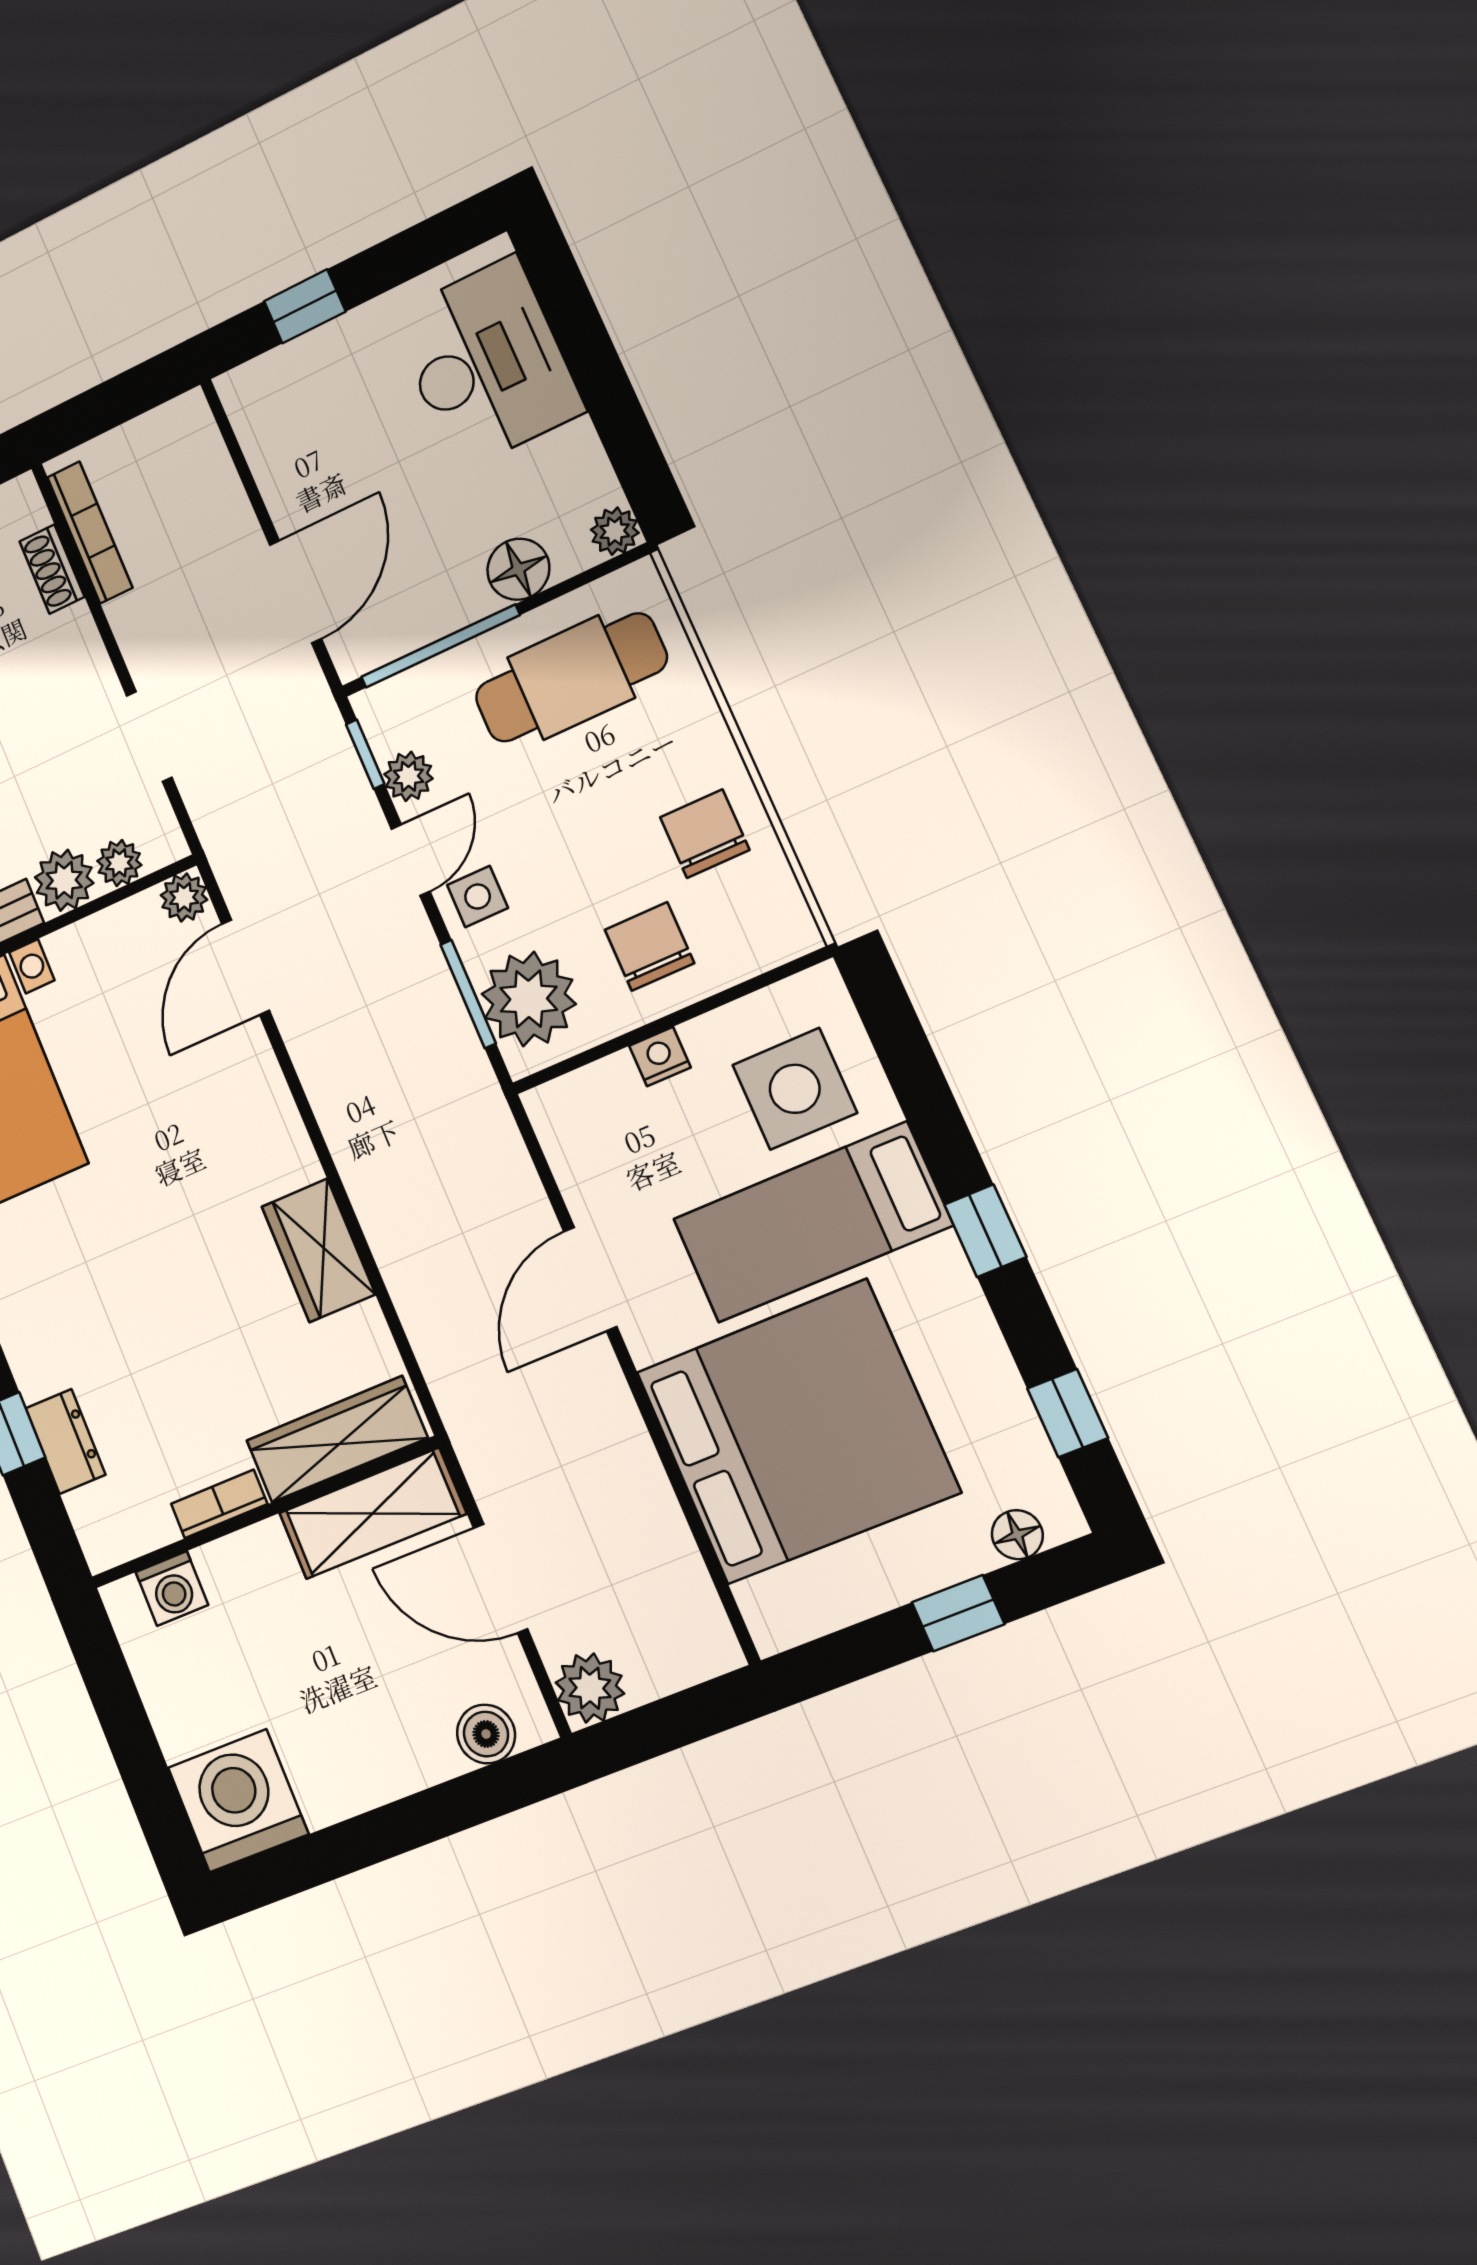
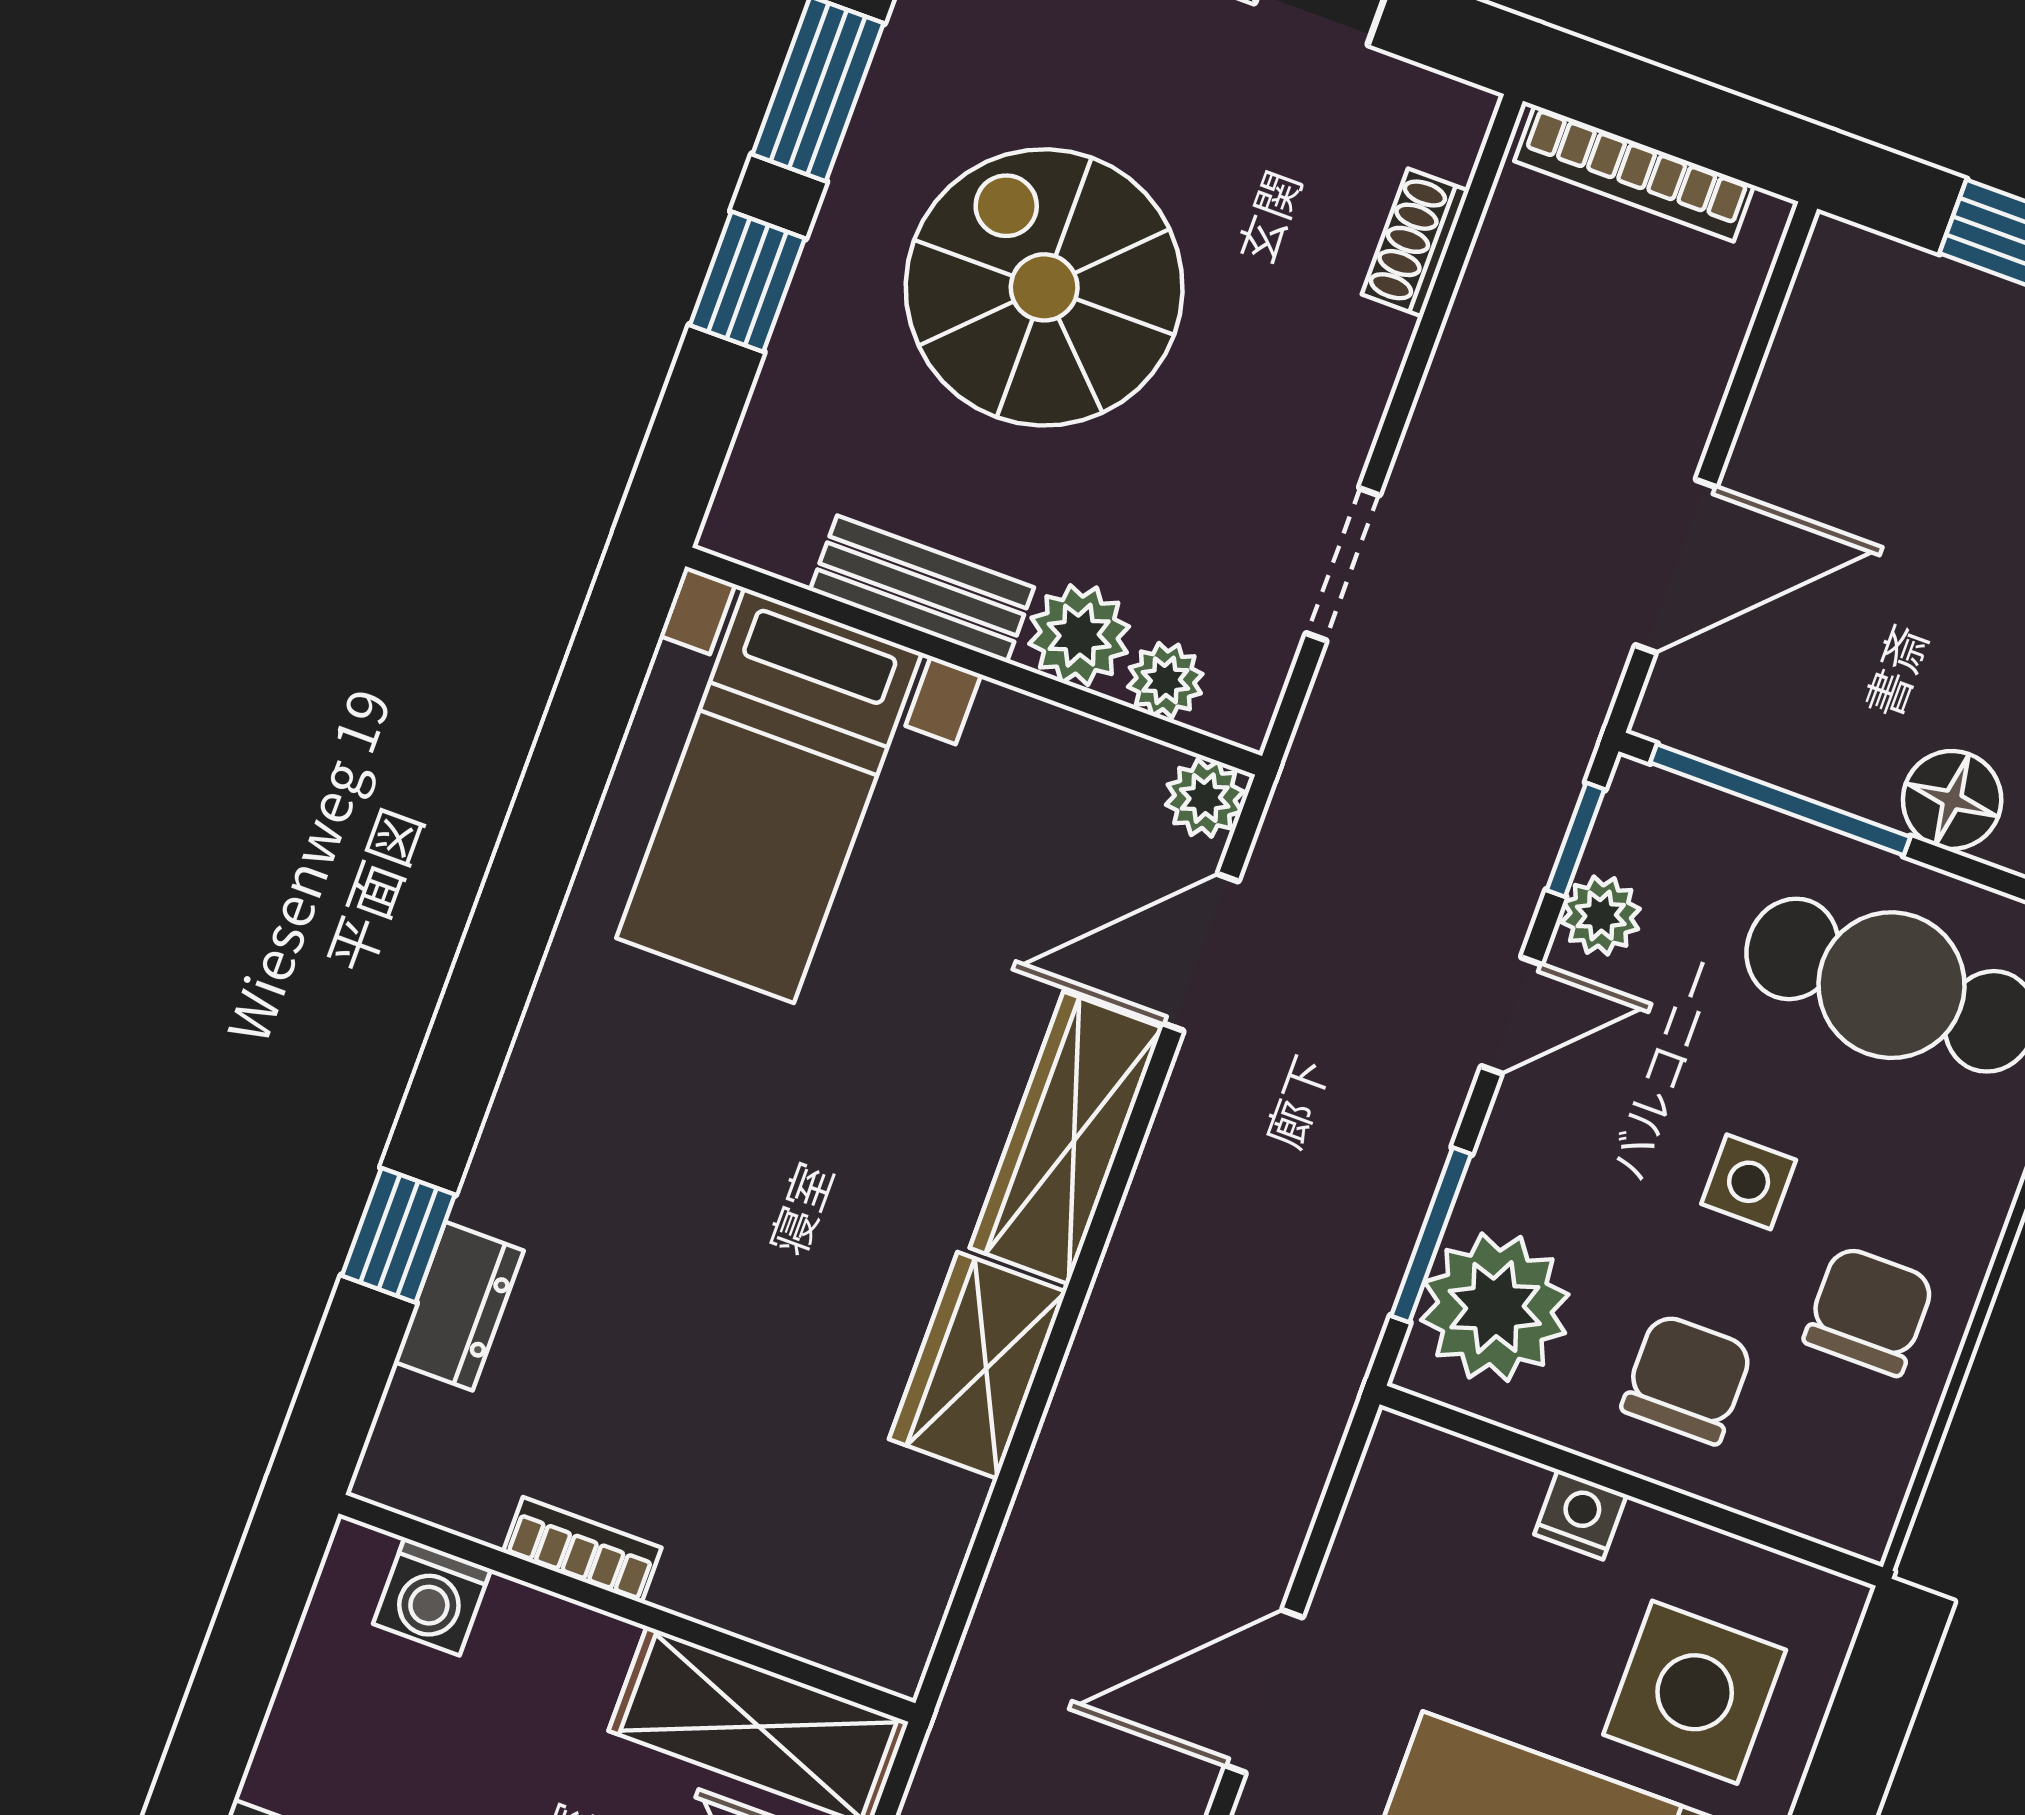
bookcase: (90, 532) -> (1634, 173), moved, turned 90
side table: (478, 897) -> (1749, 1182), moved
wardrobe: (337, 1439) -> (1066, 1138), moved, turned -90

